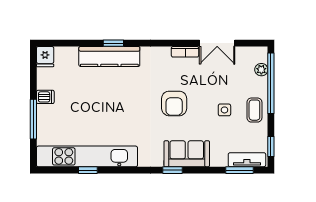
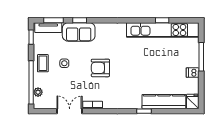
kitchen counter: (109, 57) -> (164, 102), moved
armchair: (174, 103) -> (100, 68), turned -90
sofa: (187, 154) -> (79, 32), moved
window: (172, 170) -> (80, 20), moved

